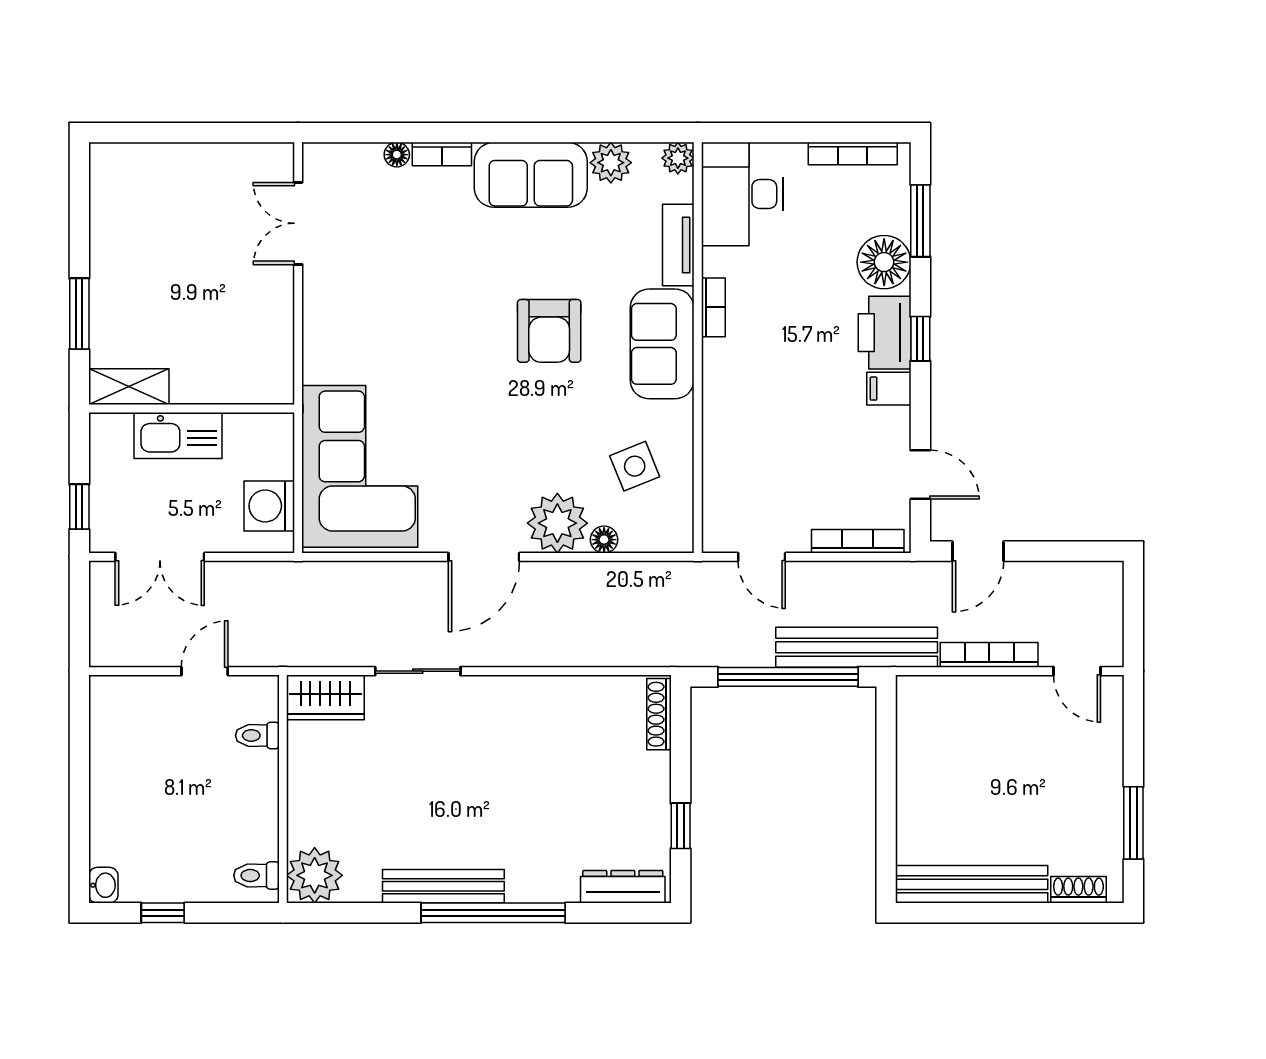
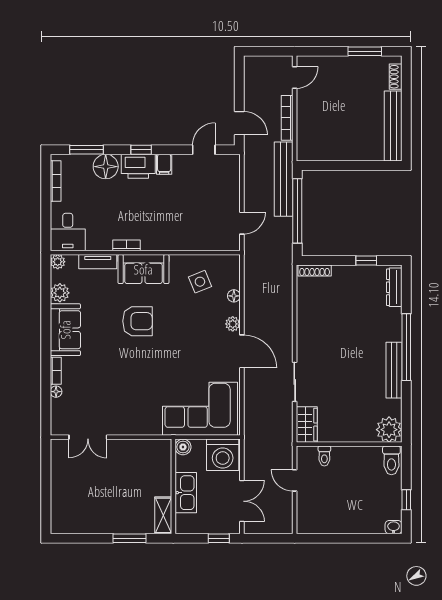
desk: (742, 194) -> (68, 232), width x0.73
boiler: (277, 429) -> (183, 447), added
washing machine: (269, 506) -> (223, 455), width x1.37, depth x1.37
plant: (557, 523) -> (233, 324), width x0.53, depth x0.53
bookcase: (858, 541) -> (235, 179), removed
toilet: (257, 875) -> (391, 460), width x1.37, depth x1.39

